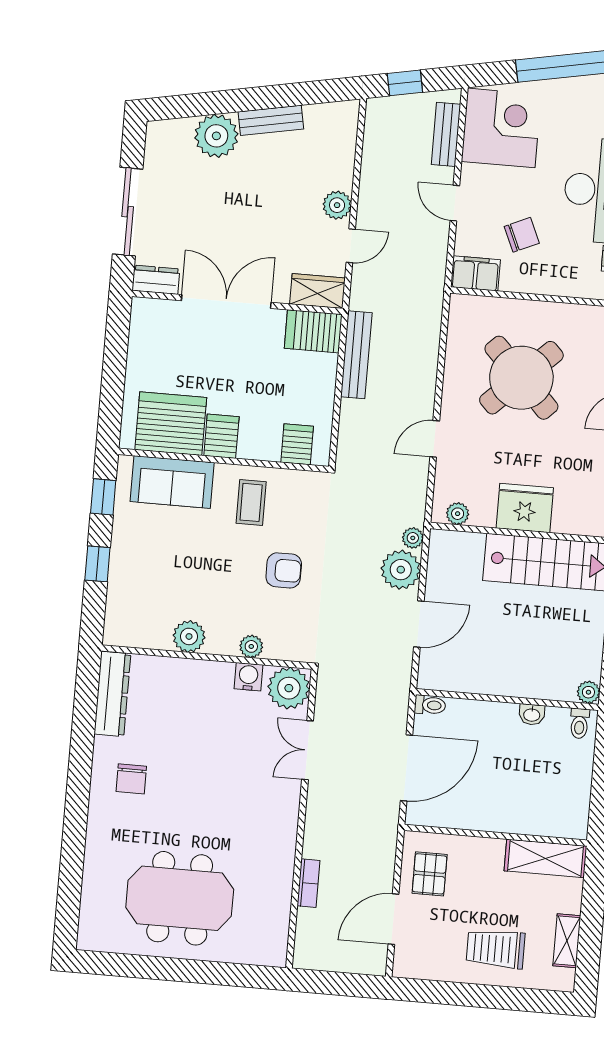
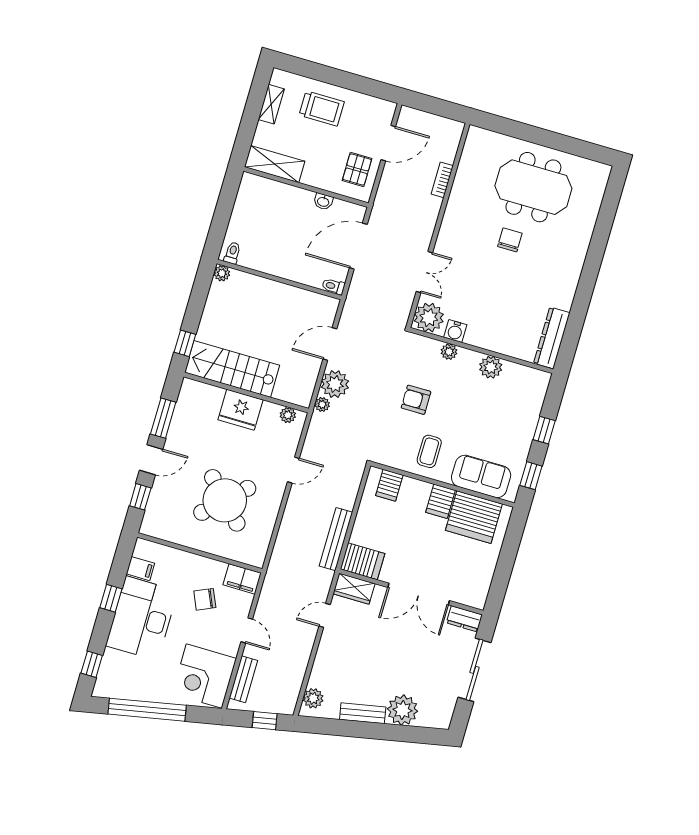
plant: (337, 205) -> (313, 698), moved
washbasin: (532, 714) -> (323, 202), moved, turned 180
chair: (131, 779) -> (510, 240), moved

